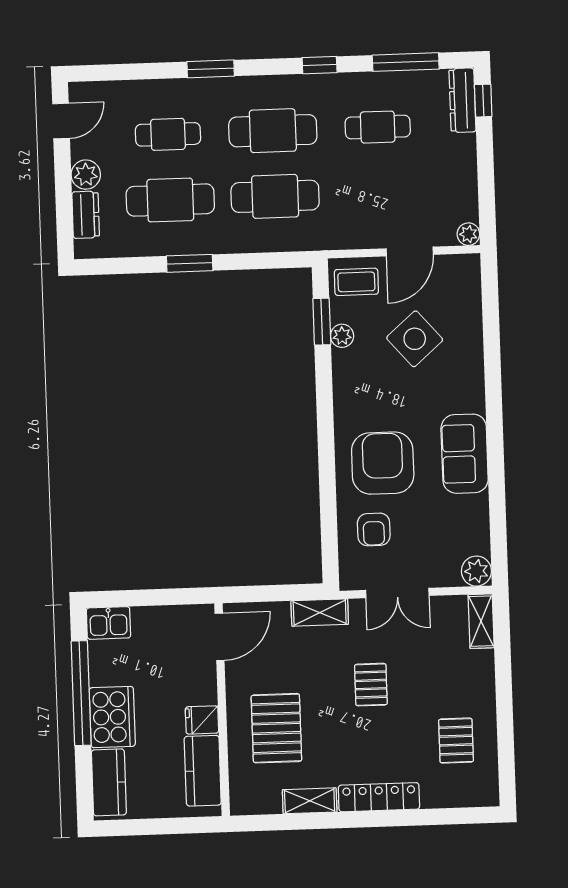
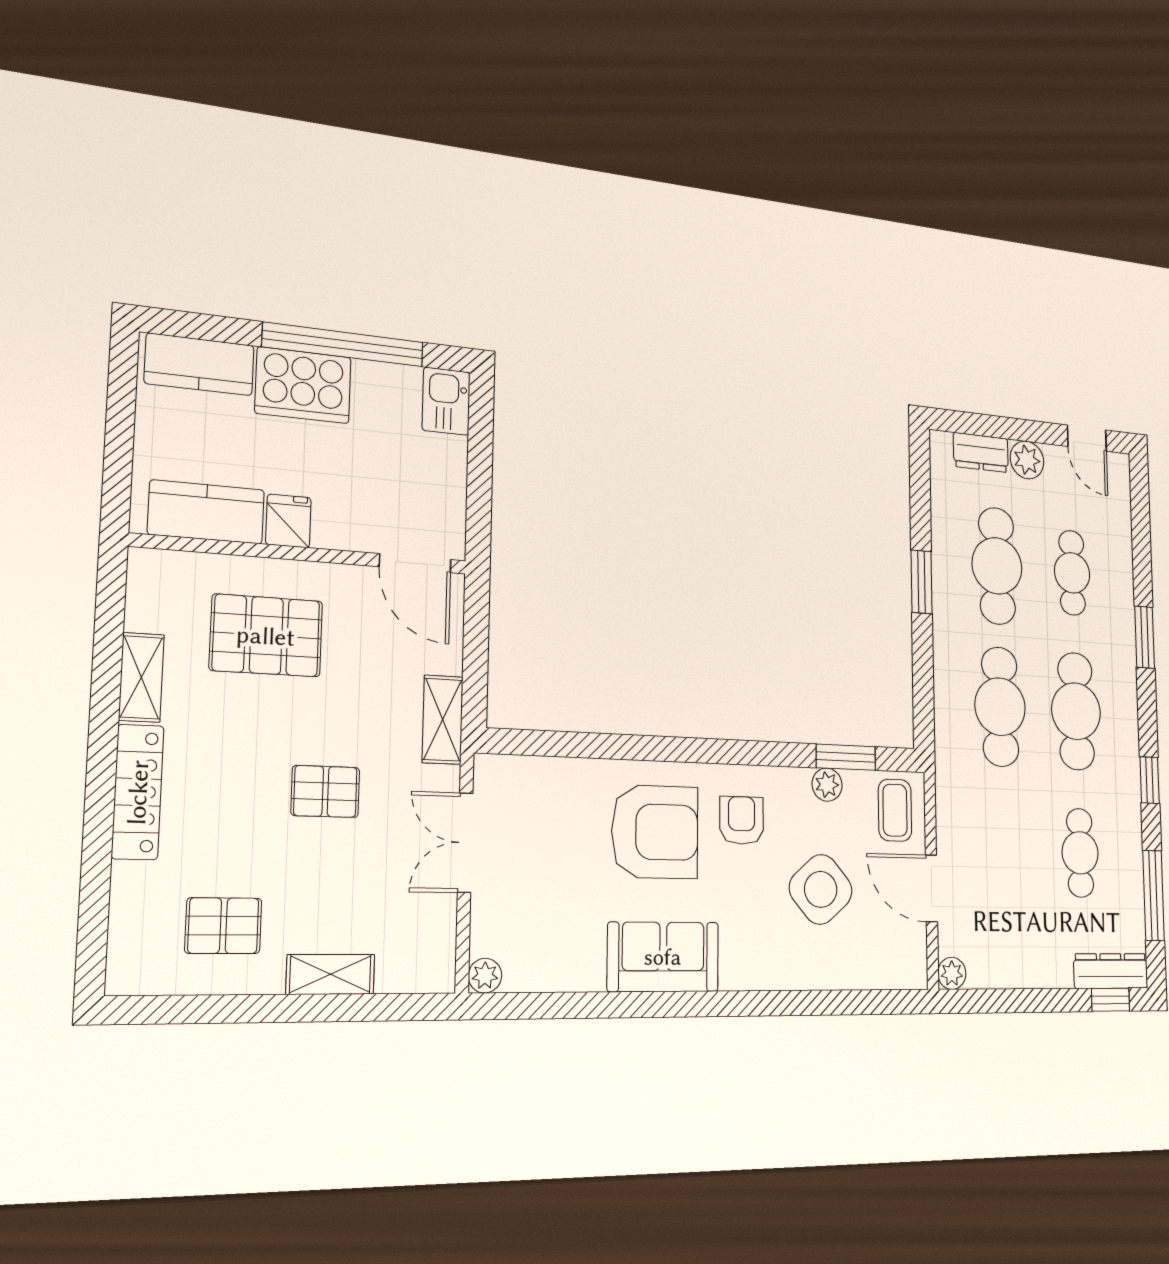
armchair: (374, 529) -> (742, 820), moved, turned 90
plant: (476, 571) -> (485, 976), width x0.73, depth x0.73
shelving: (481, 621) -> (330, 974), moved

